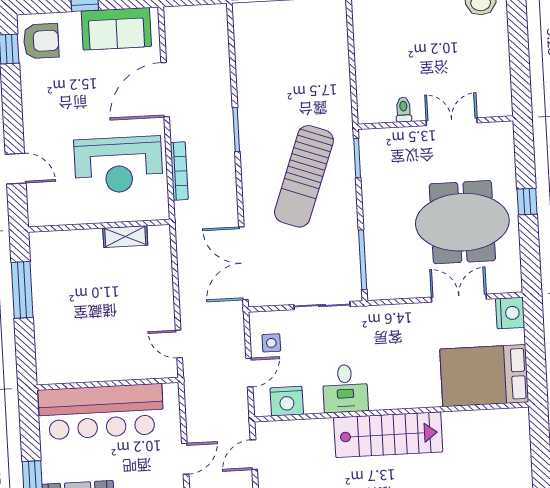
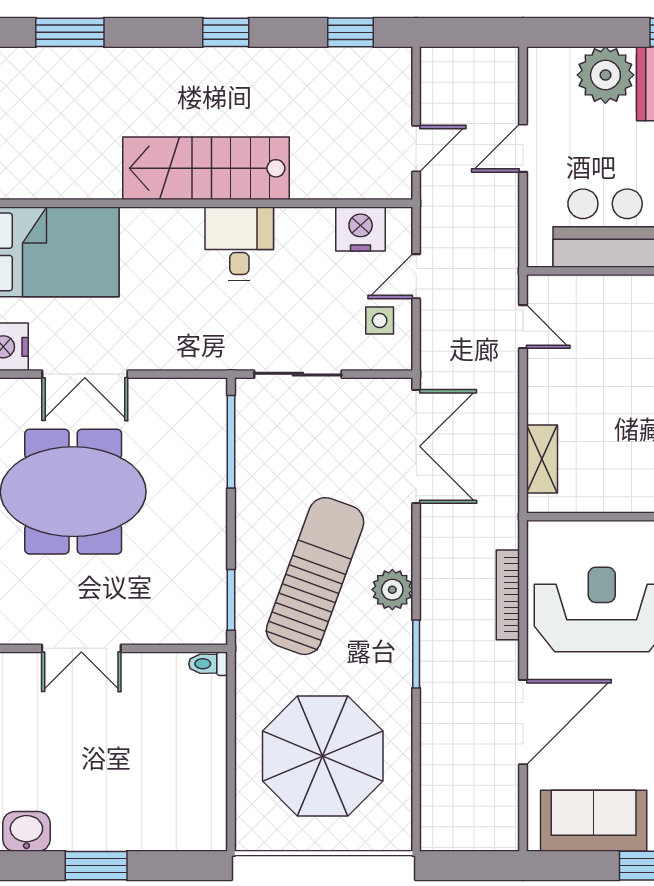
parasol: (293, 61) -> (323, 756), added
toilet: (403, 110) -> (208, 664), moved, turned 90
plant: (254, 170) -> (392, 590), added
shelving: (125, 237) -> (542, 459), moved, turned 90
desk: (345, 388) -> (239, 244), moved

